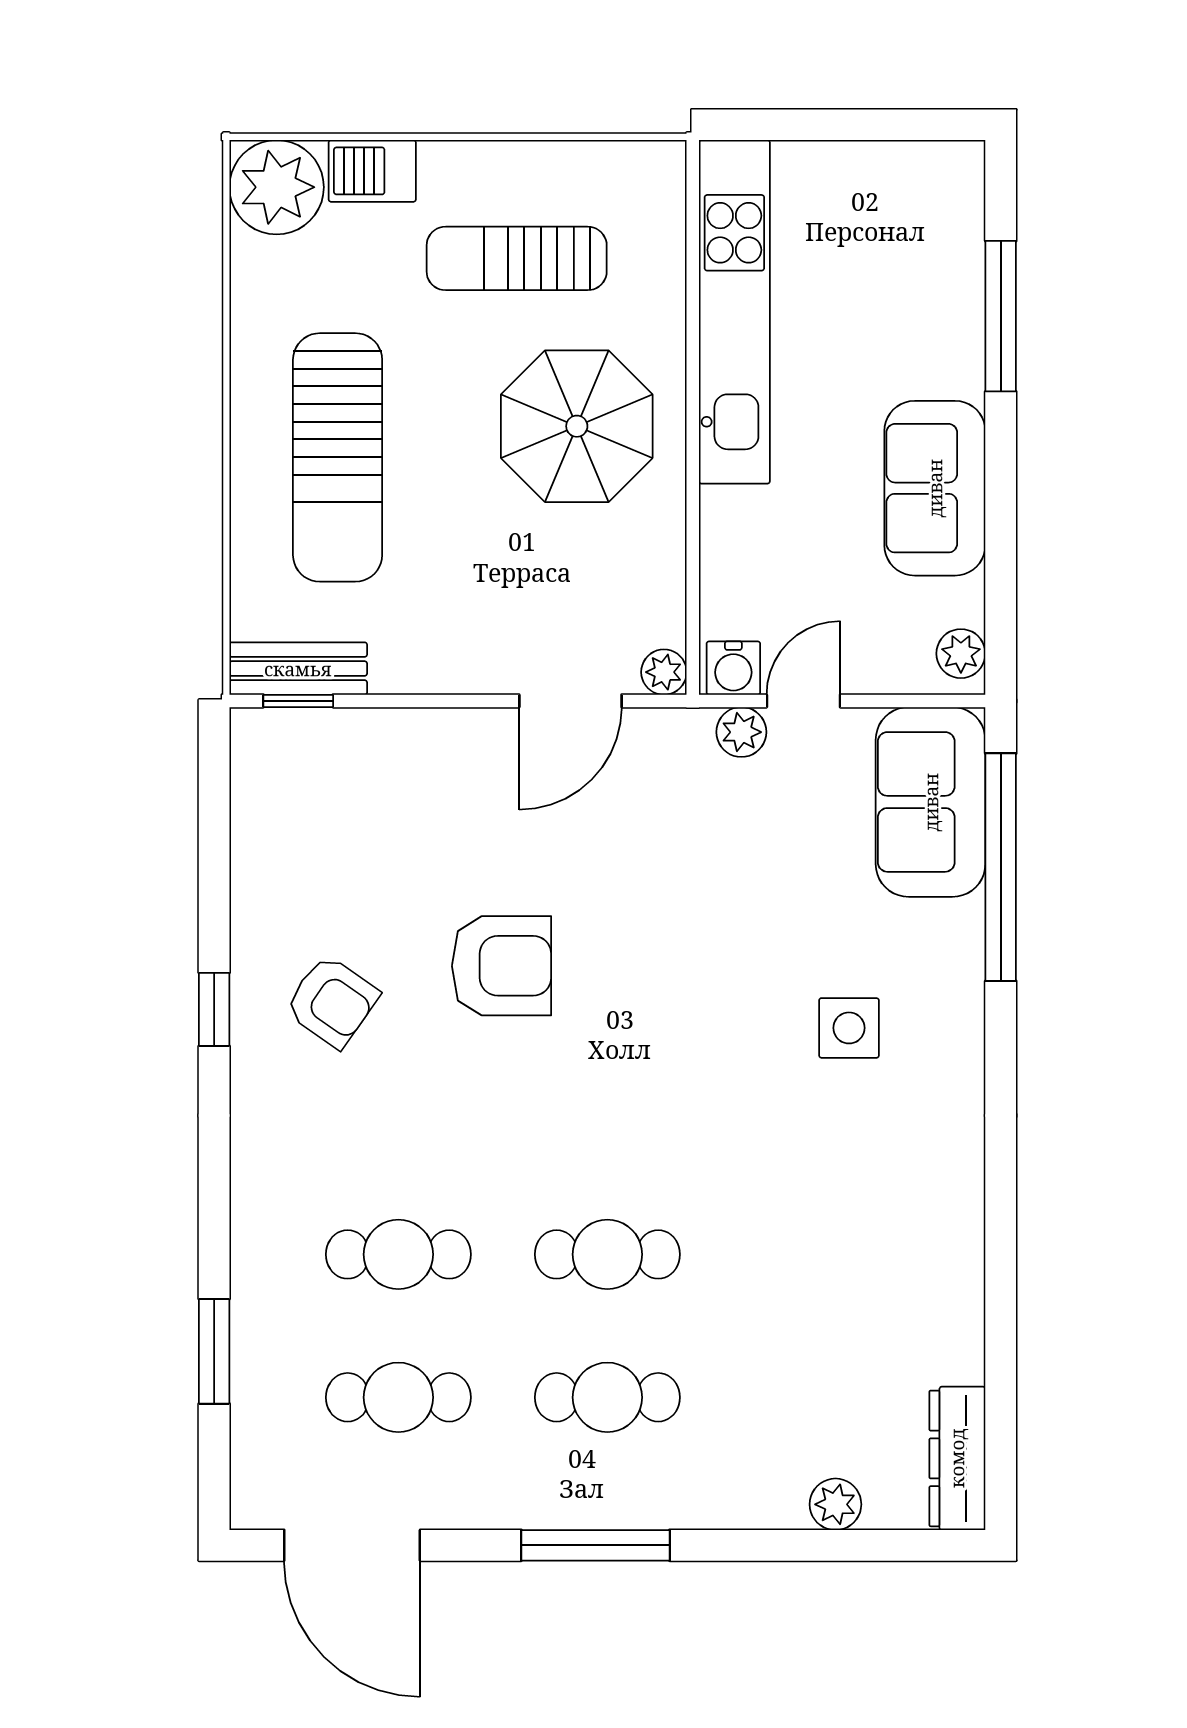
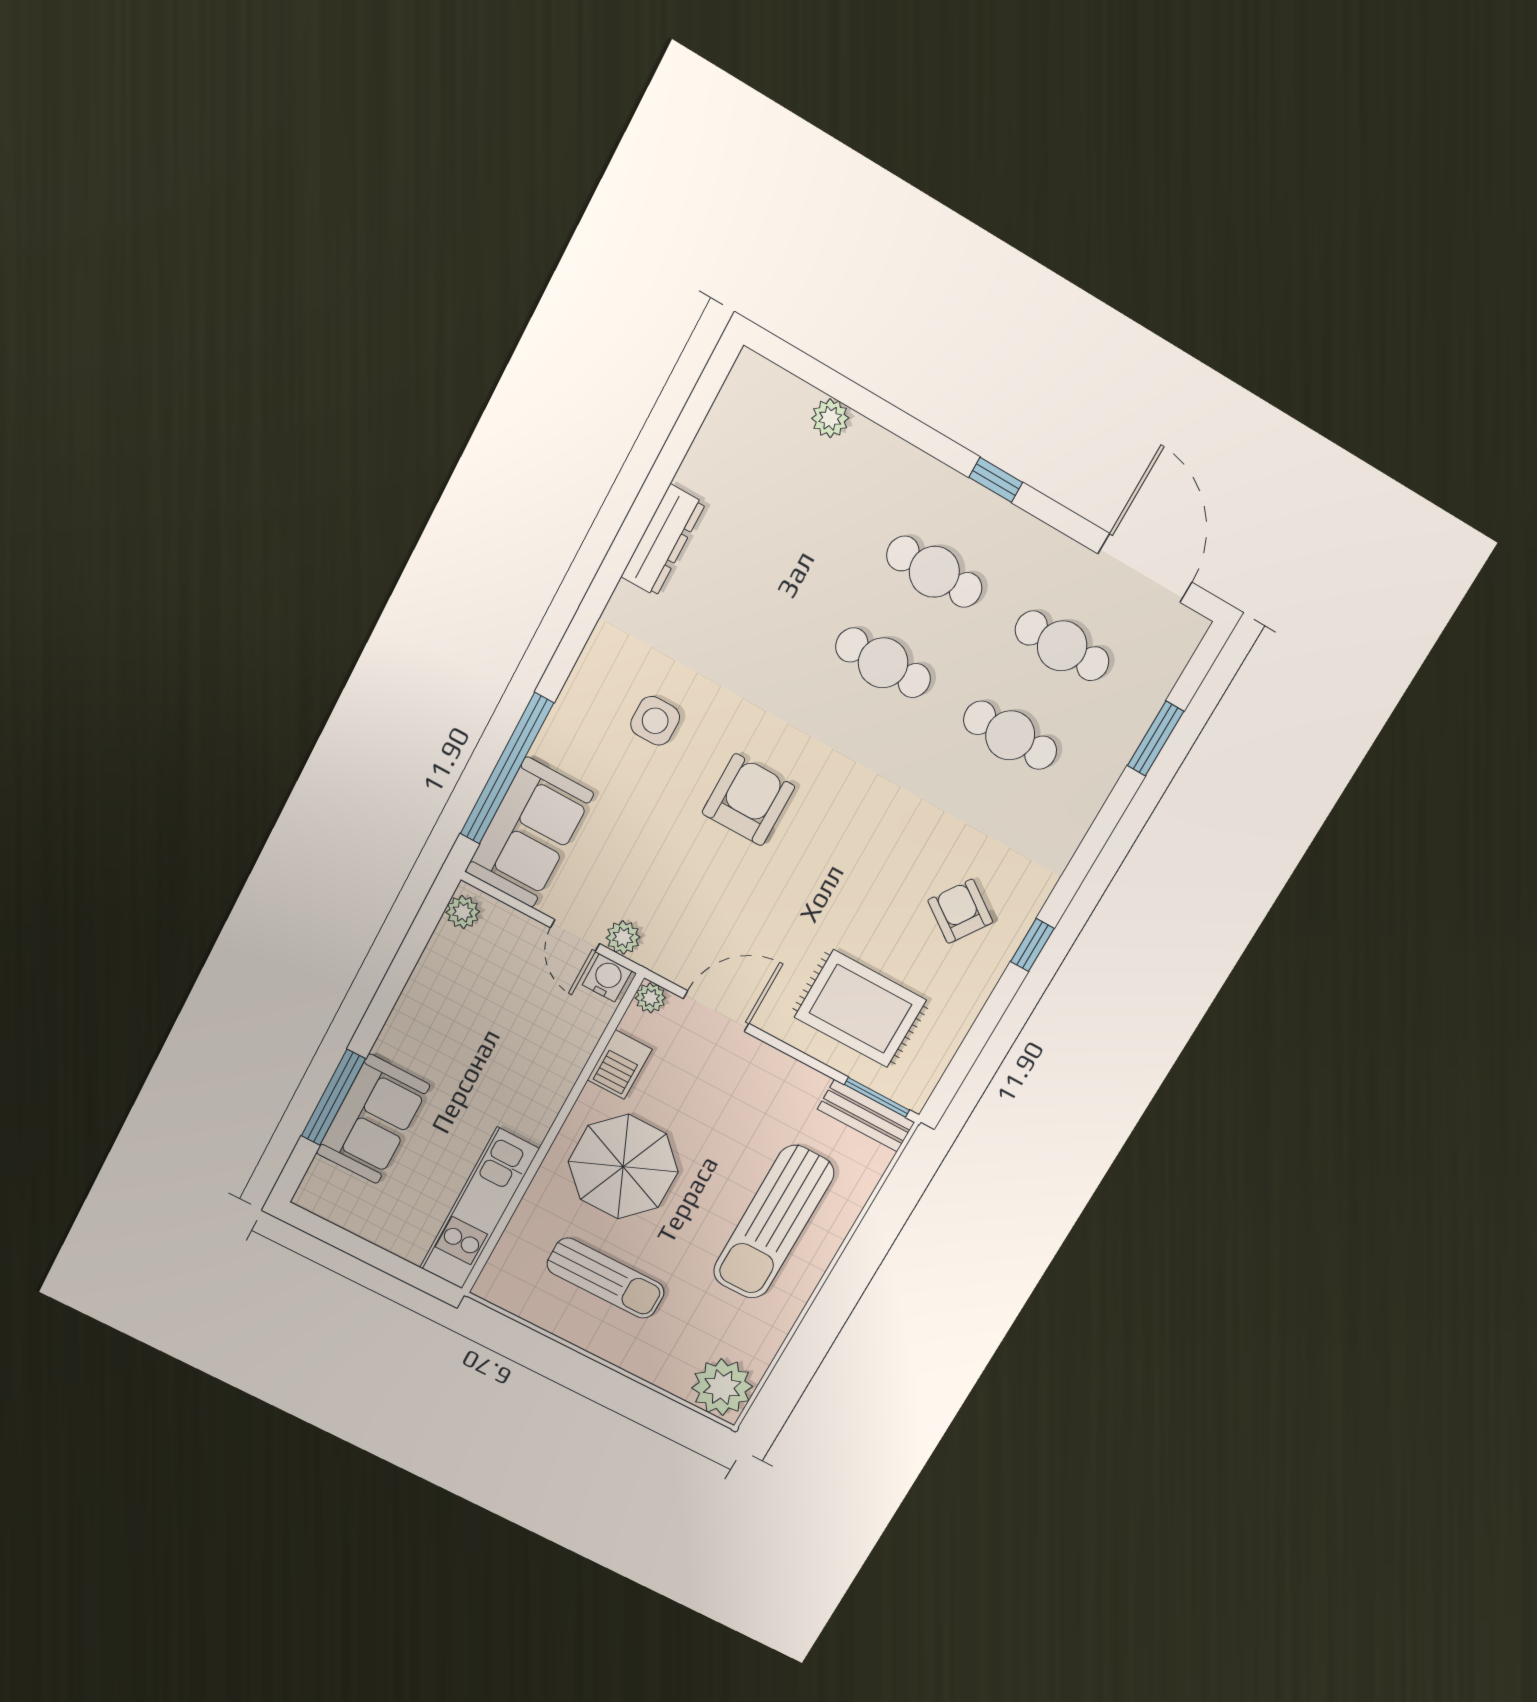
barbecue: (372, 171) -> (620, 1065), moved, turned 90
kitchen unit: (734, 312) -> (479, 1208), width x0.73
sun lounger: (338, 457) -> (774, 1222), turned 180
sofa: (935, 488) -> (373, 1119), moved
window: (298, 701) -> (877, 1097), width x1.50
door: (803, 701) -> (575, 936), hinge flipped
rug: (387, 806) -> (860, 1009), added
armchair: (502, 966) -> (748, 800), moved, turned 90
dresser: (957, 1458) -> (663, 540), moved
window: (595, 1545) -> (996, 480), width x0.46

